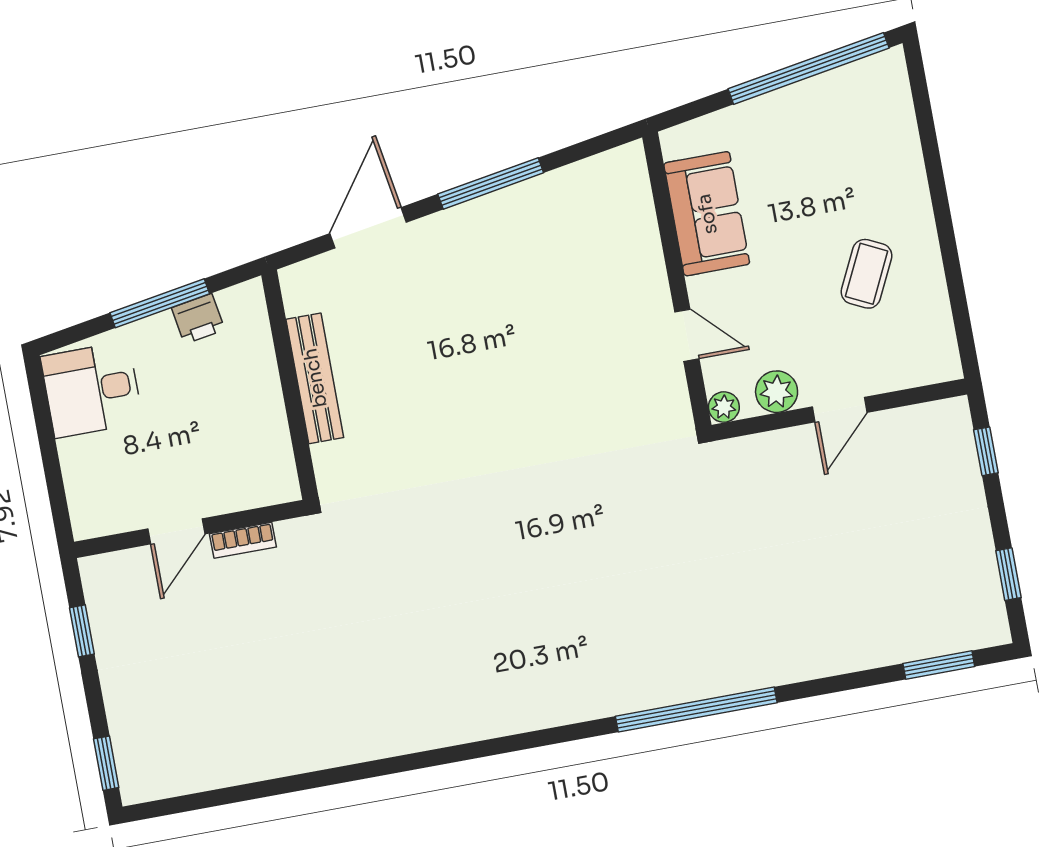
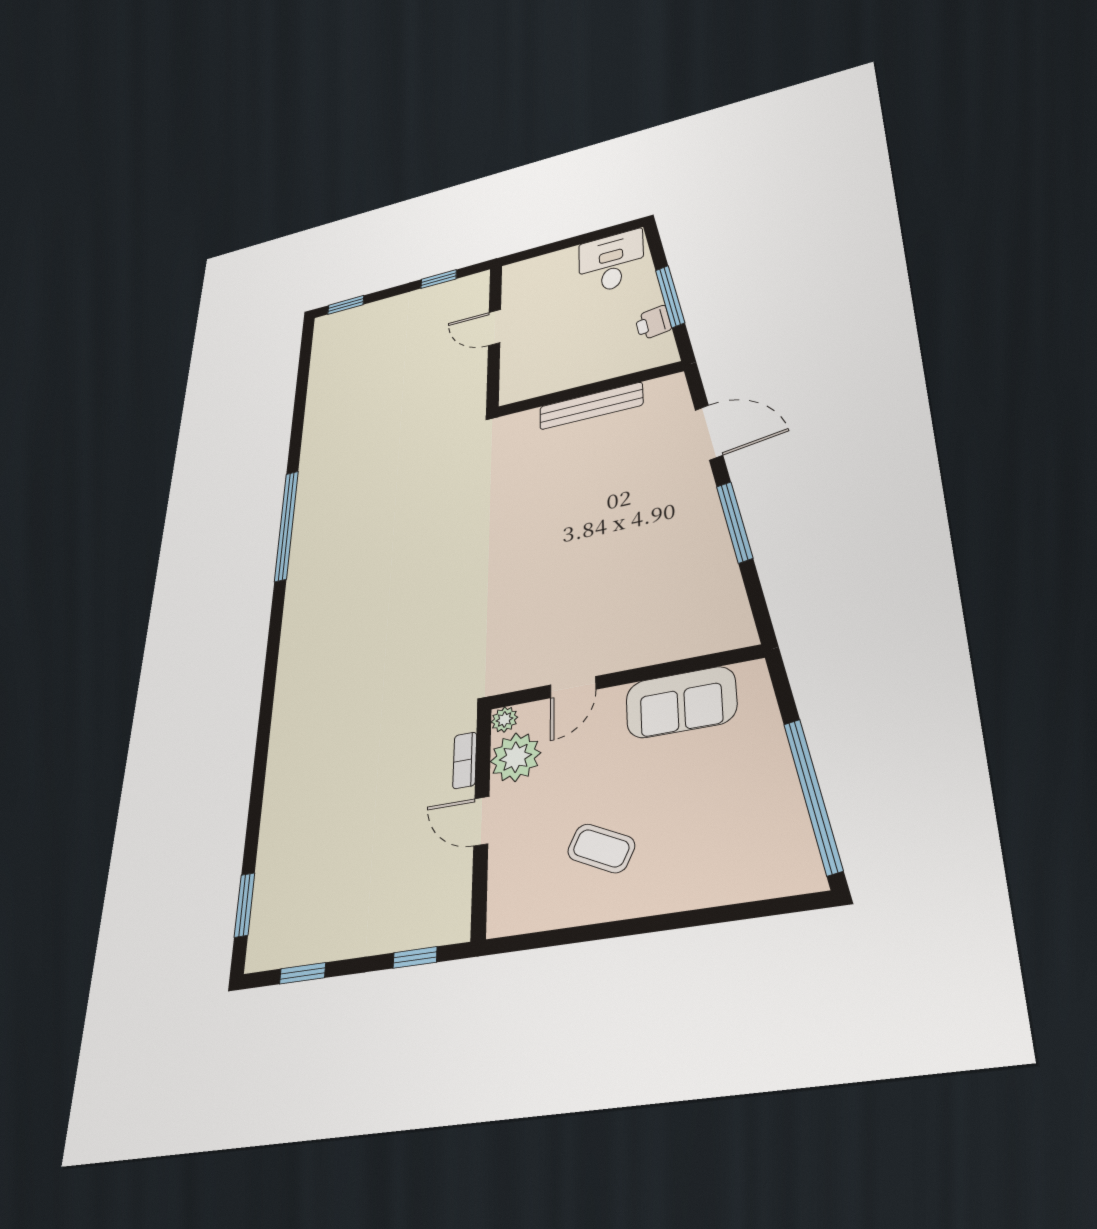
plant: (777, 392) -> (515, 757), width x1.36, depth x1.36
bookcase: (243, 540) -> (465, 760), moved
window: (696, 710) -> (286, 526), moved

